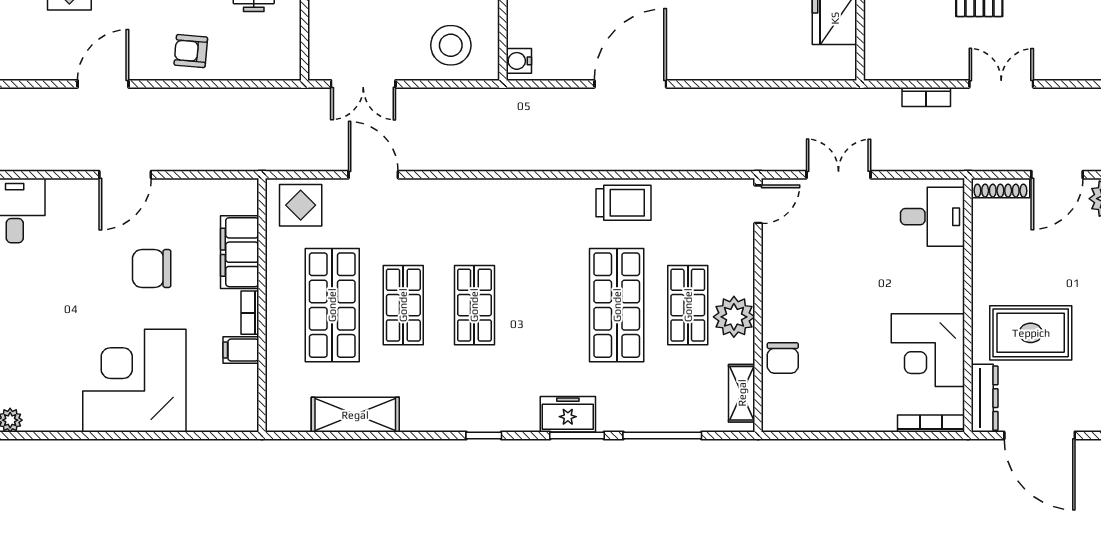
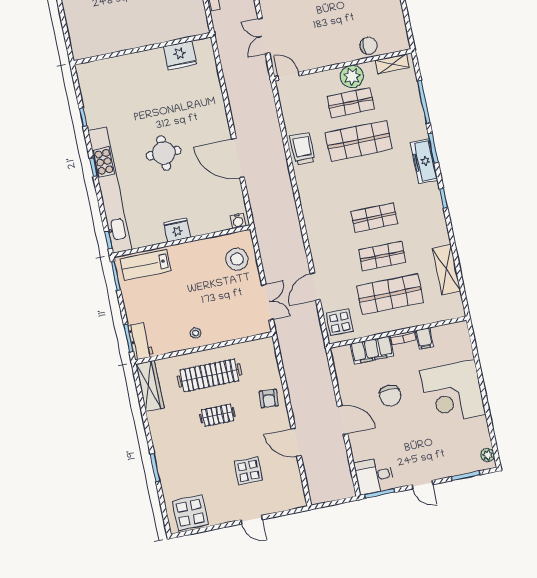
freezer: (568, 414) -> (424, 161), width x1.40

